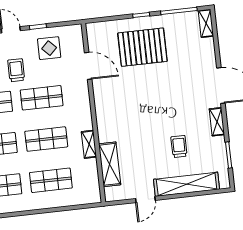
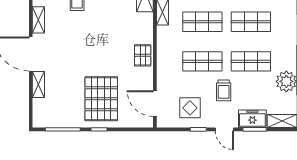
shelving: (206, 23) -> (38, 85), moved
pallet: (142, 47) -> (101, 99), turned 90
door: (88, 66) -> (155, 104), moved
pallet: (104, 97) -> (143, 55), added

